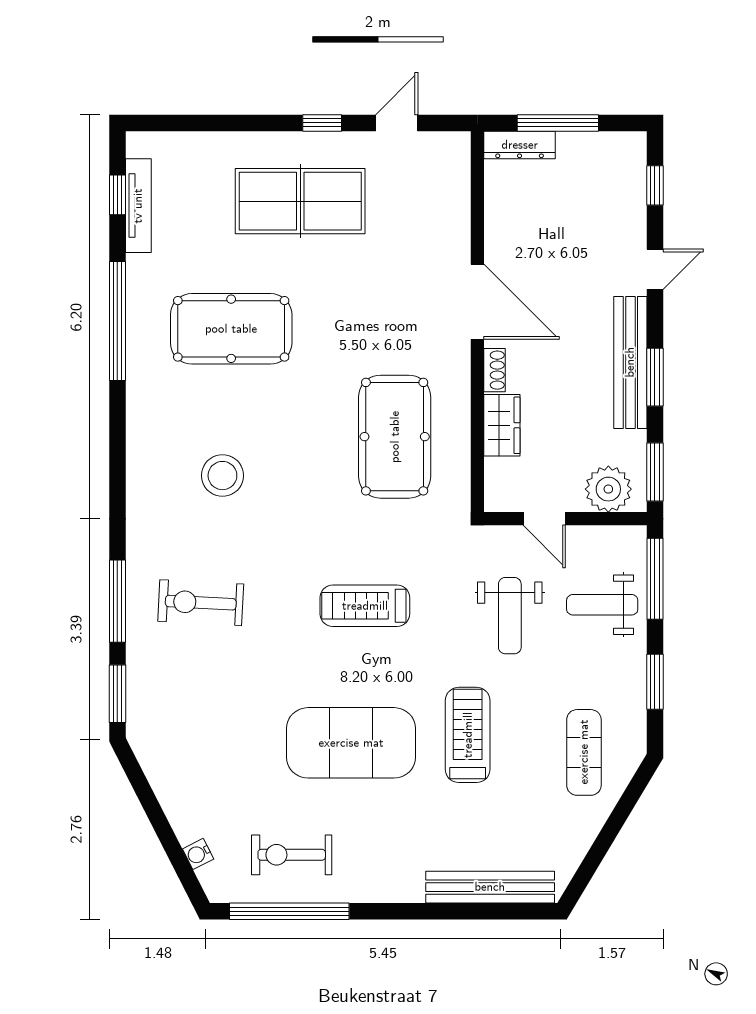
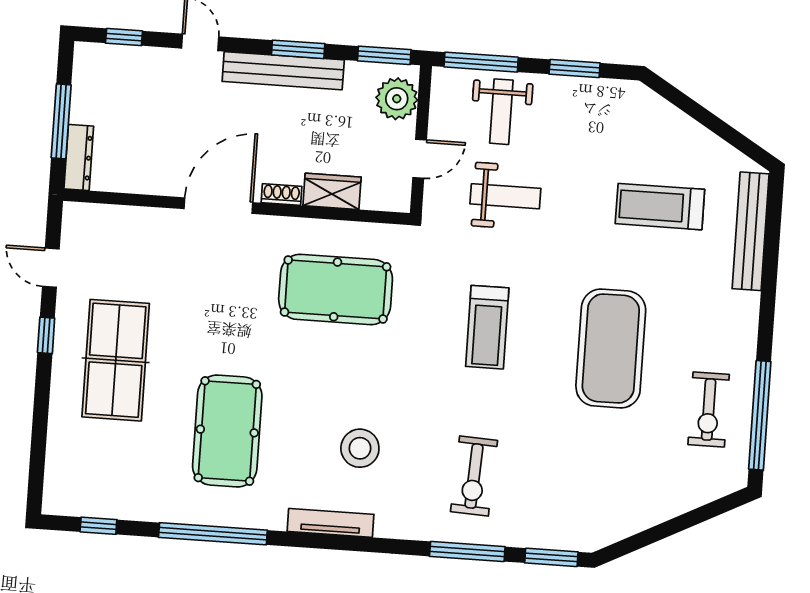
tv unit: (138, 206) -> (330, 523), moved
treadmill: (468, 735) -> (660, 207), moved
exercise mat: (584, 752) -> (634, 138), removed
water cooler: (198, 854) -> (702, 494), removed

